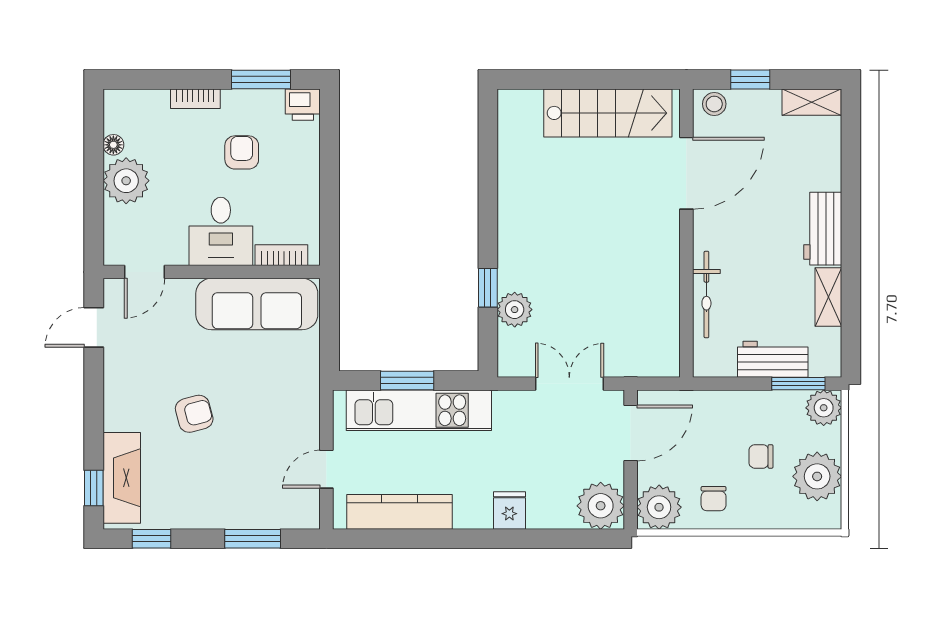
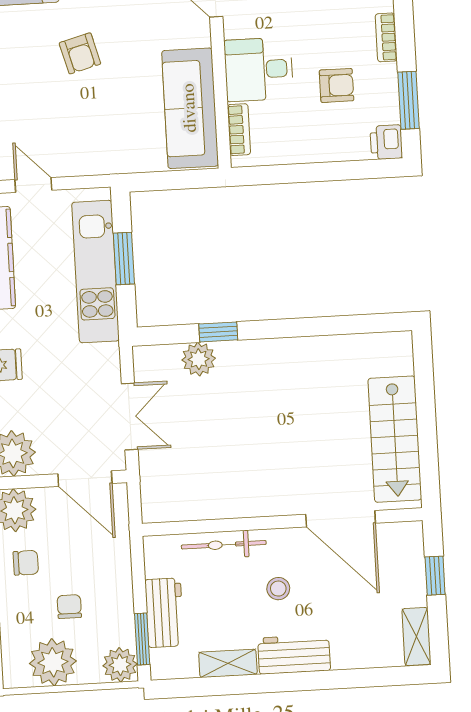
stool: (714, 104) -> (278, 589), moved
chair: (714, 499) -> (26, 563), turned 180

